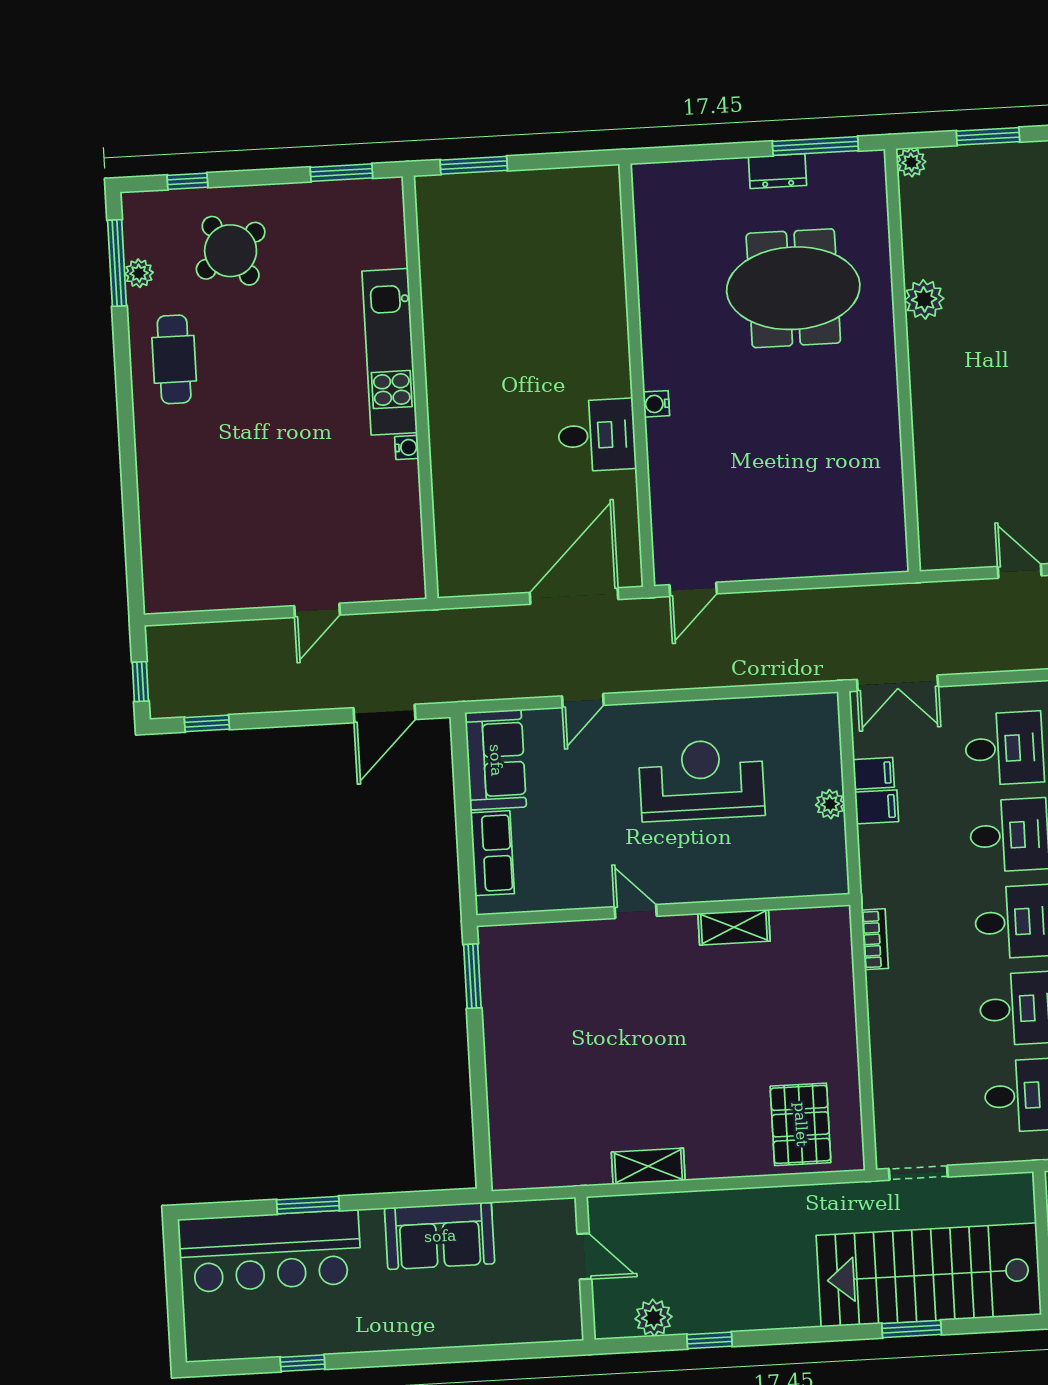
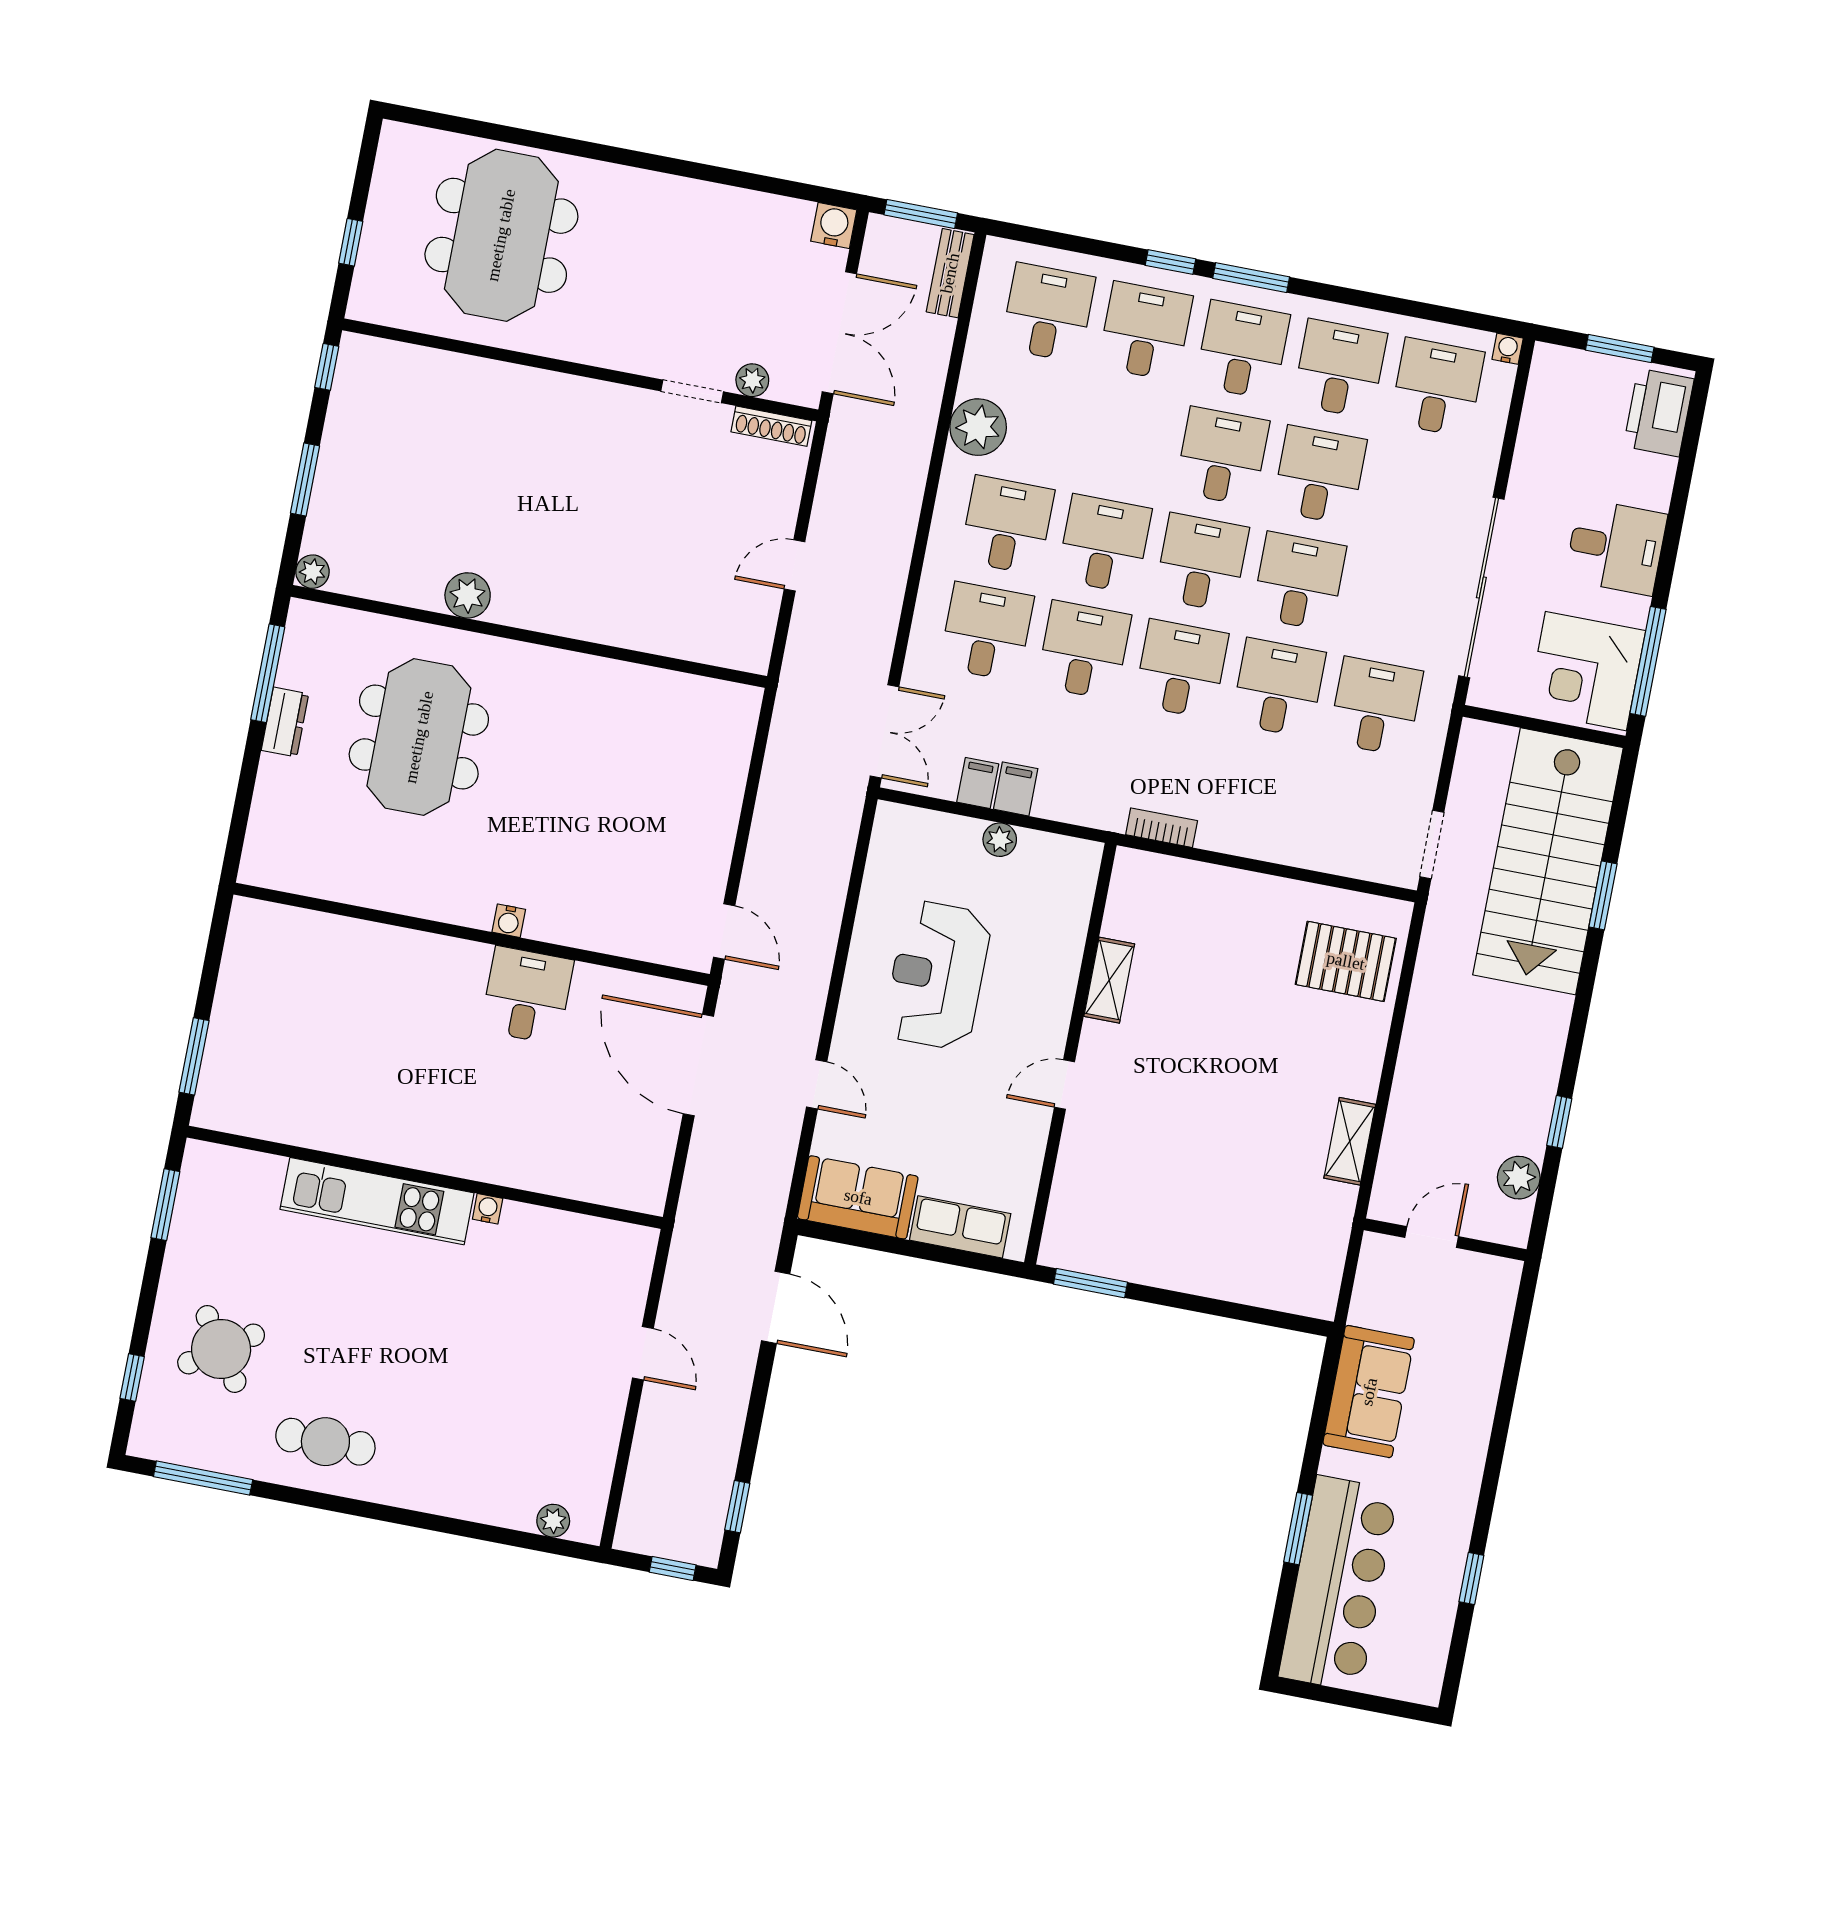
plant: (139, 273) -> (553, 1521), moved

